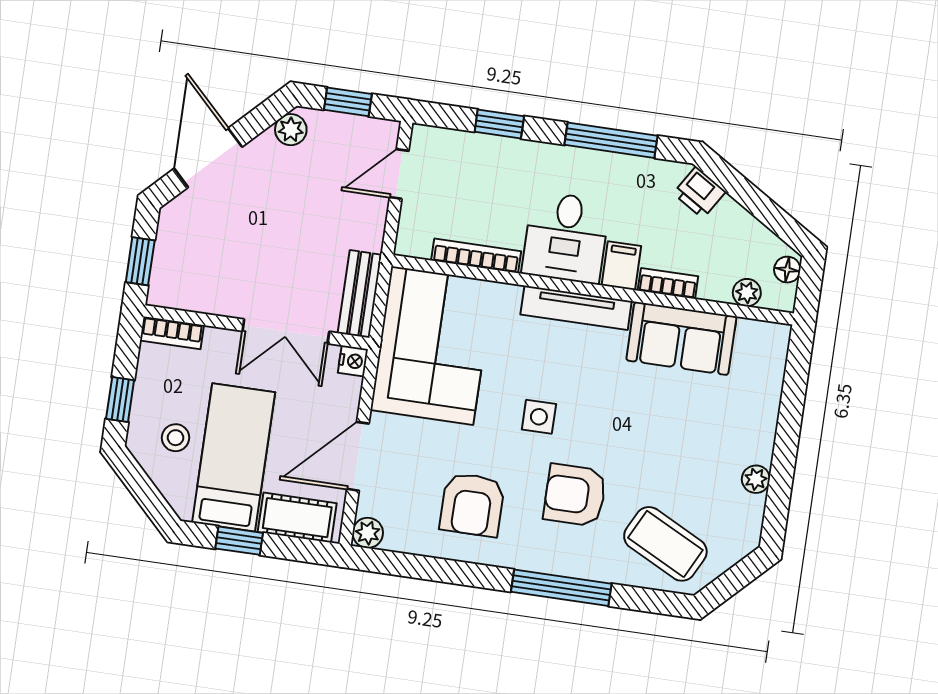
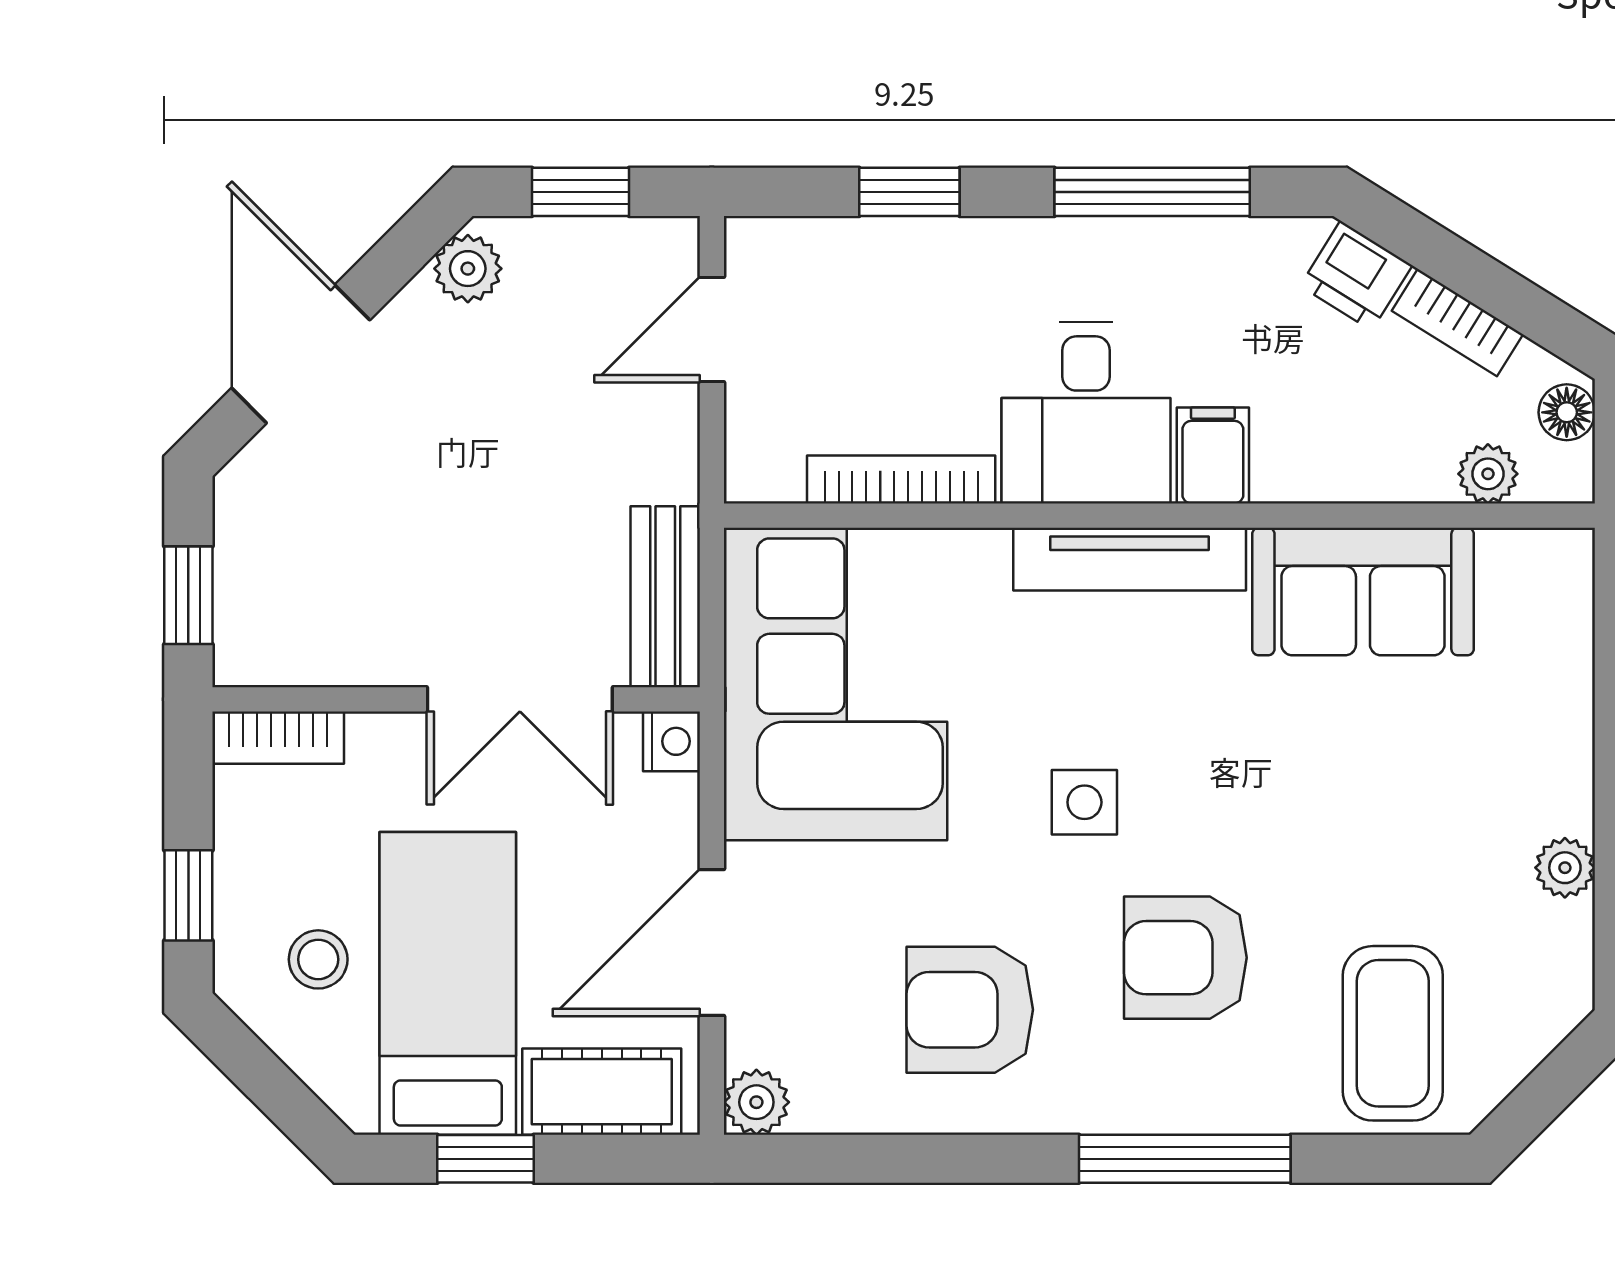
bookcase: (668, 283) -> (1457, 323), moved, turned -148
armchair: (472, 505) -> (970, 1010), turned 90
coffee table: (665, 544) -> (1393, 1033), turned 63

